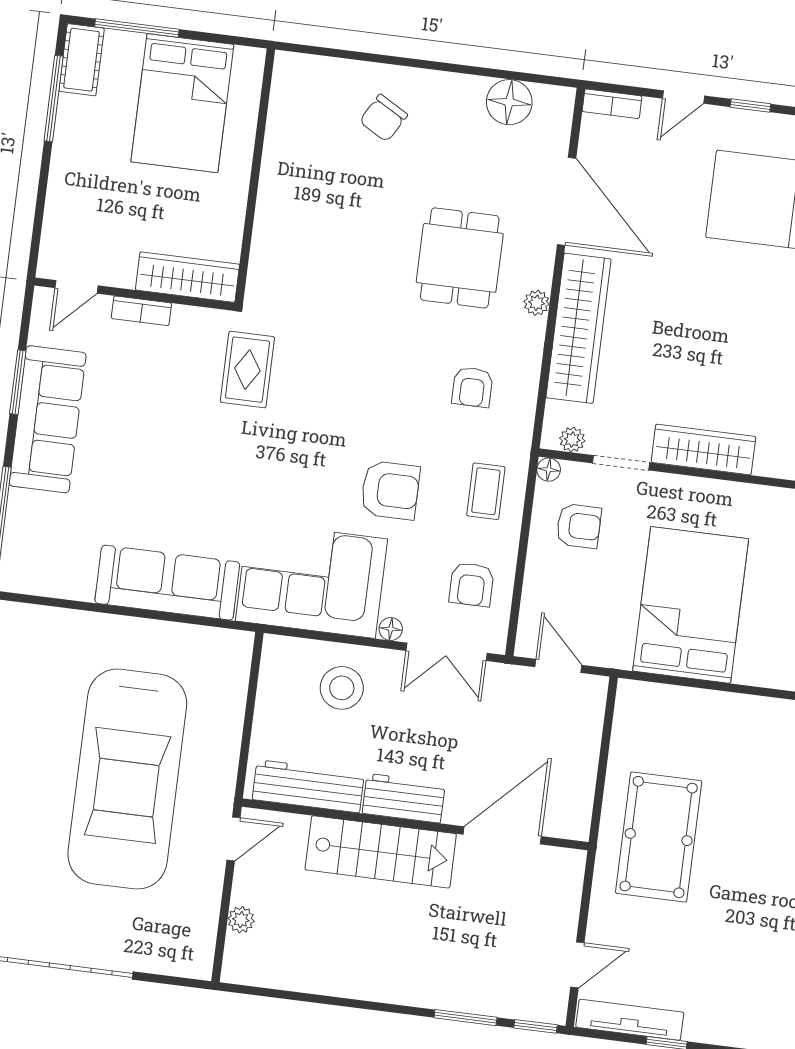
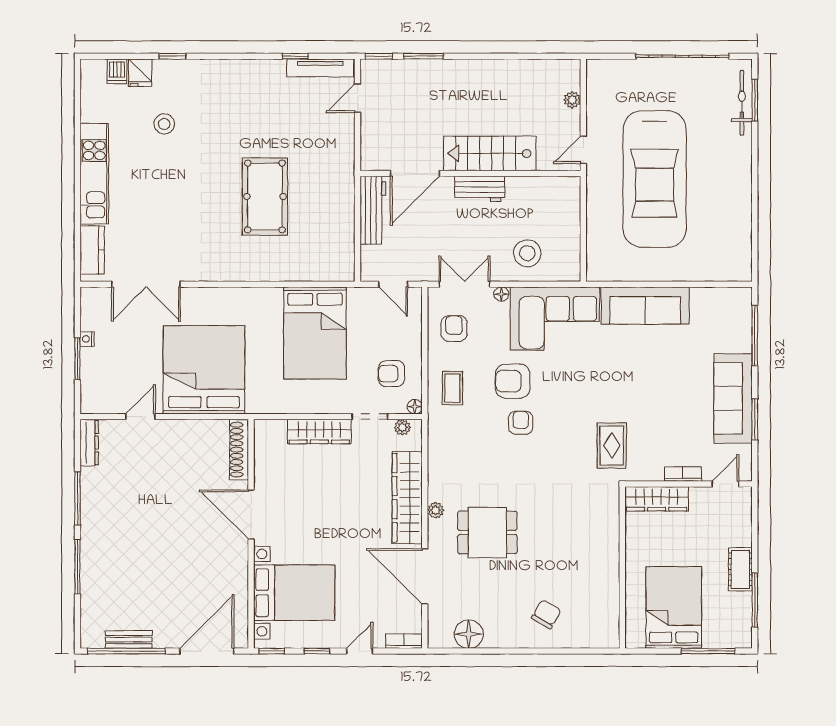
cot: (82, 60) -> (740, 569), moved
dining table: (460, 258) -> (487, 532), turned 90
armchair: (472, 387) -> (521, 423), moved
car: (127, 779) -> (655, 179), turned 180
workbench: (308, 786) -> (373, 210), moved, turned -90
pool table: (659, 837) -> (265, 196), moved

